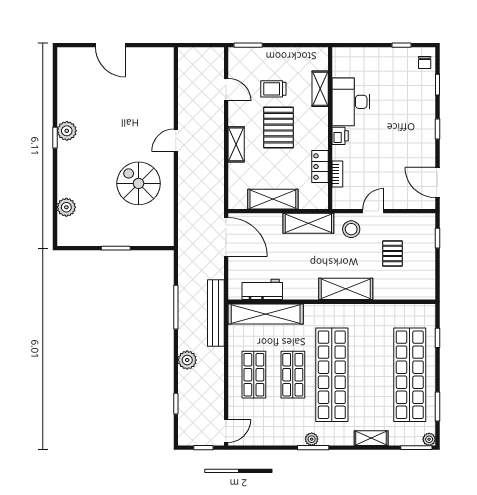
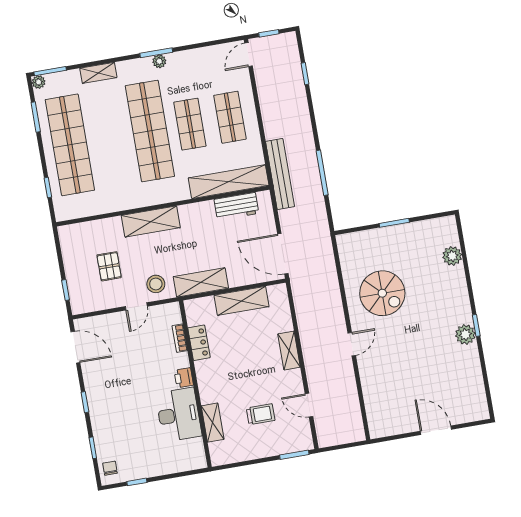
pallet: (278, 128) -> (249, 375), removed
plant: (187, 360) -> (301, 120), removed

